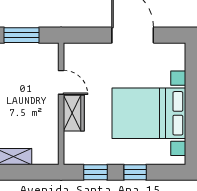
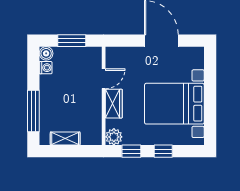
door: (61, 82) -> (104, 79), hinge flipped
plant: (74, 154) -> (114, 137), added

